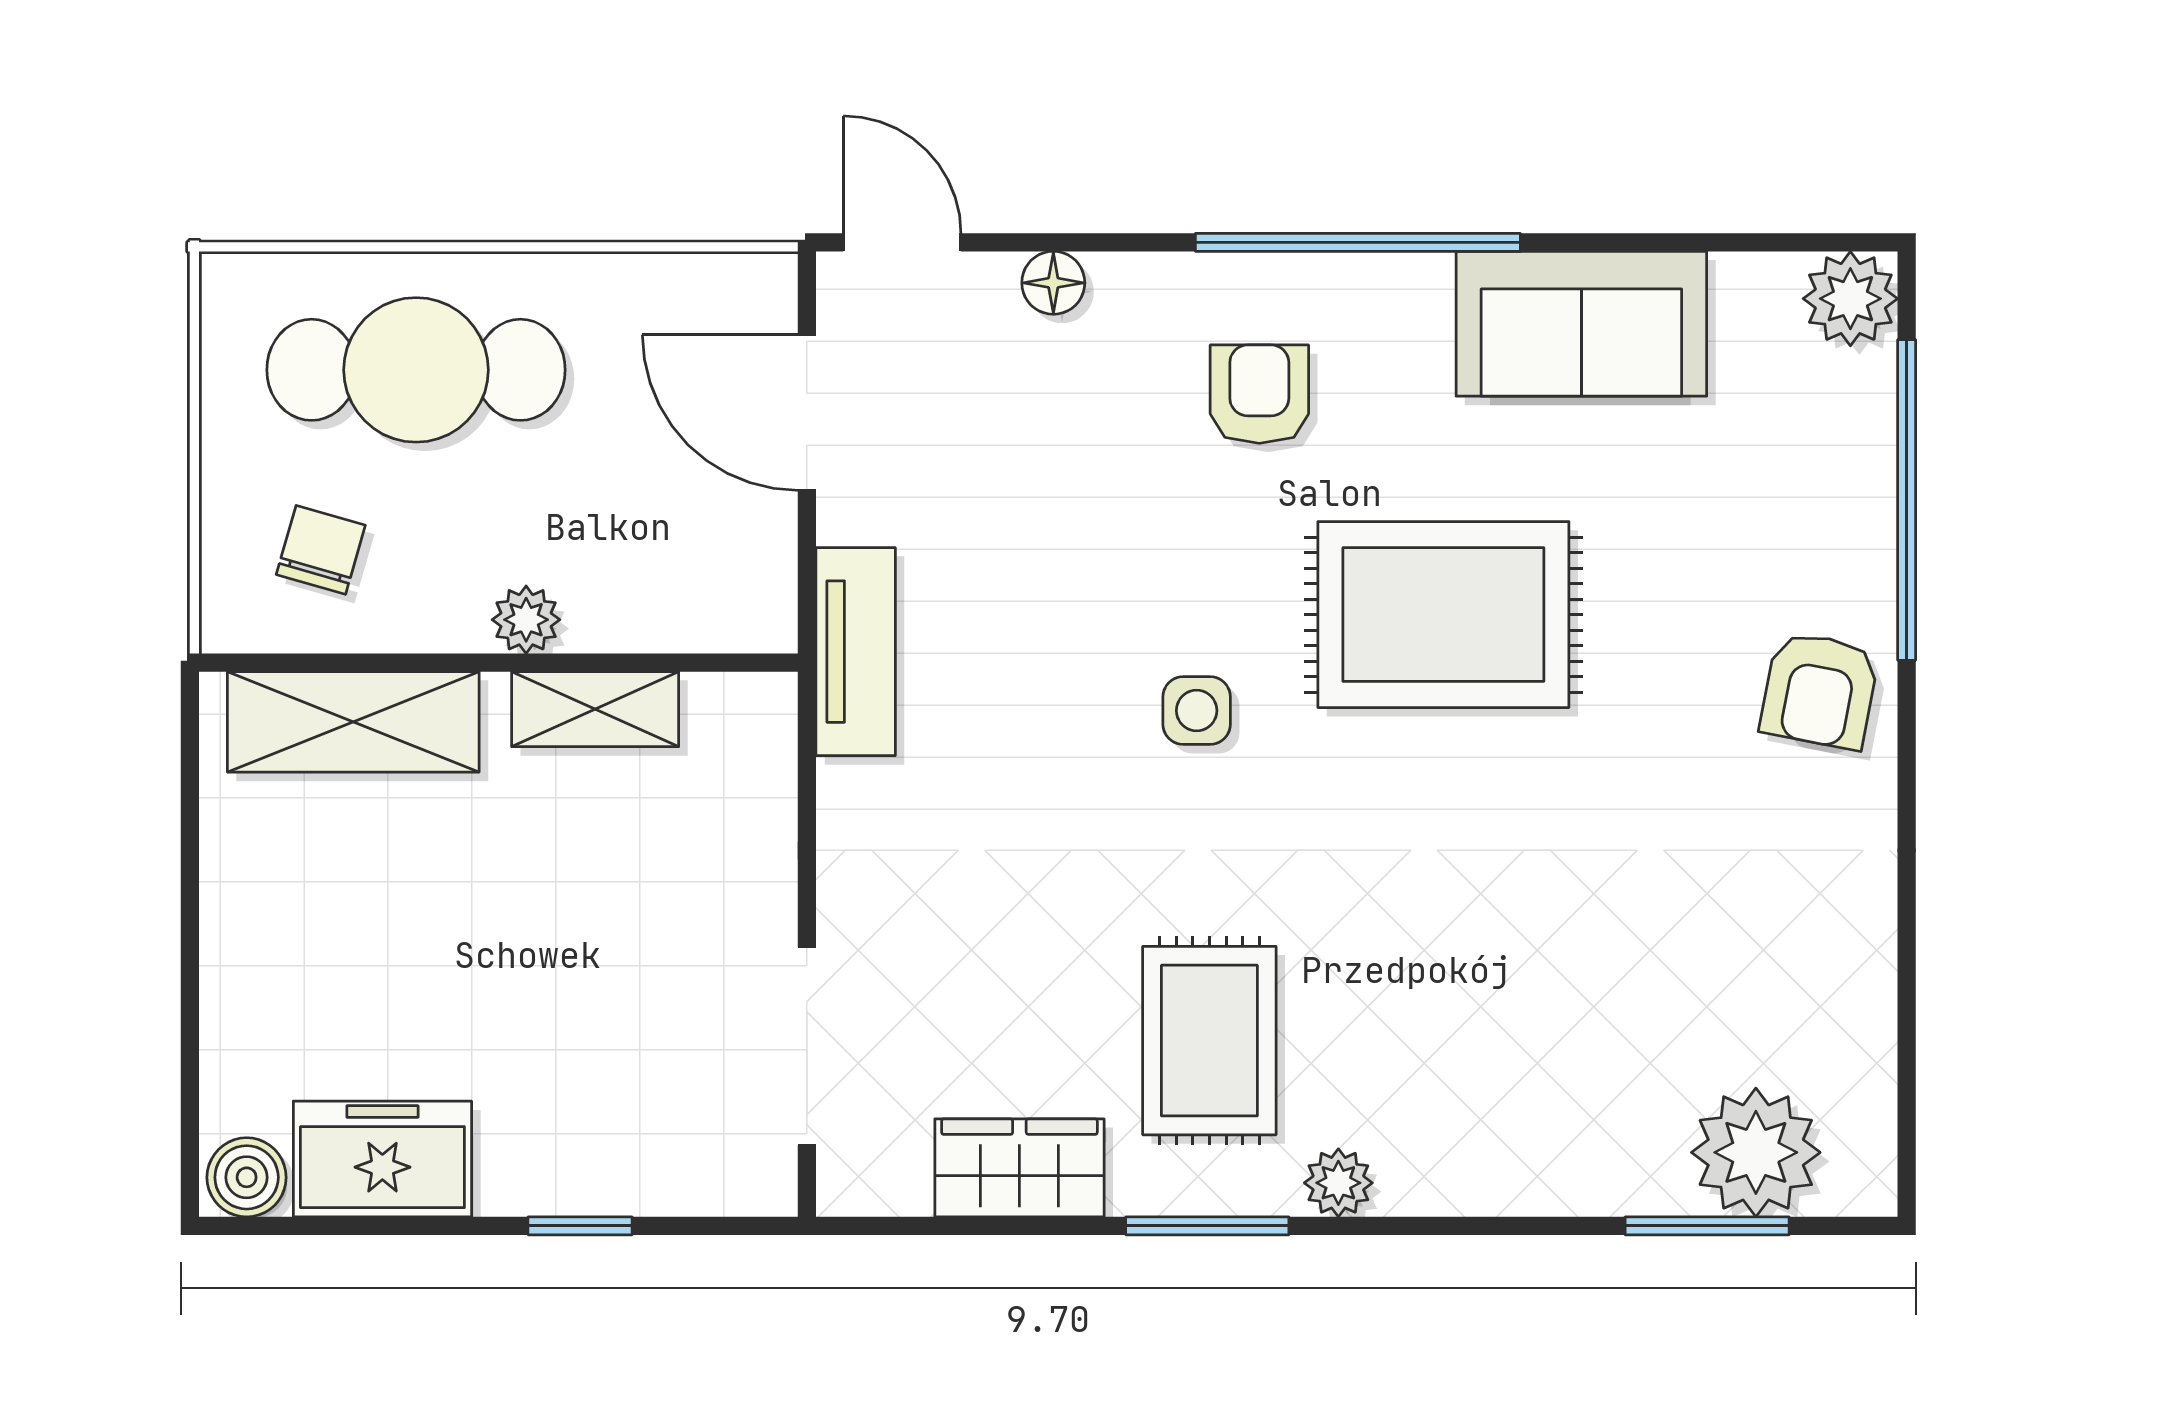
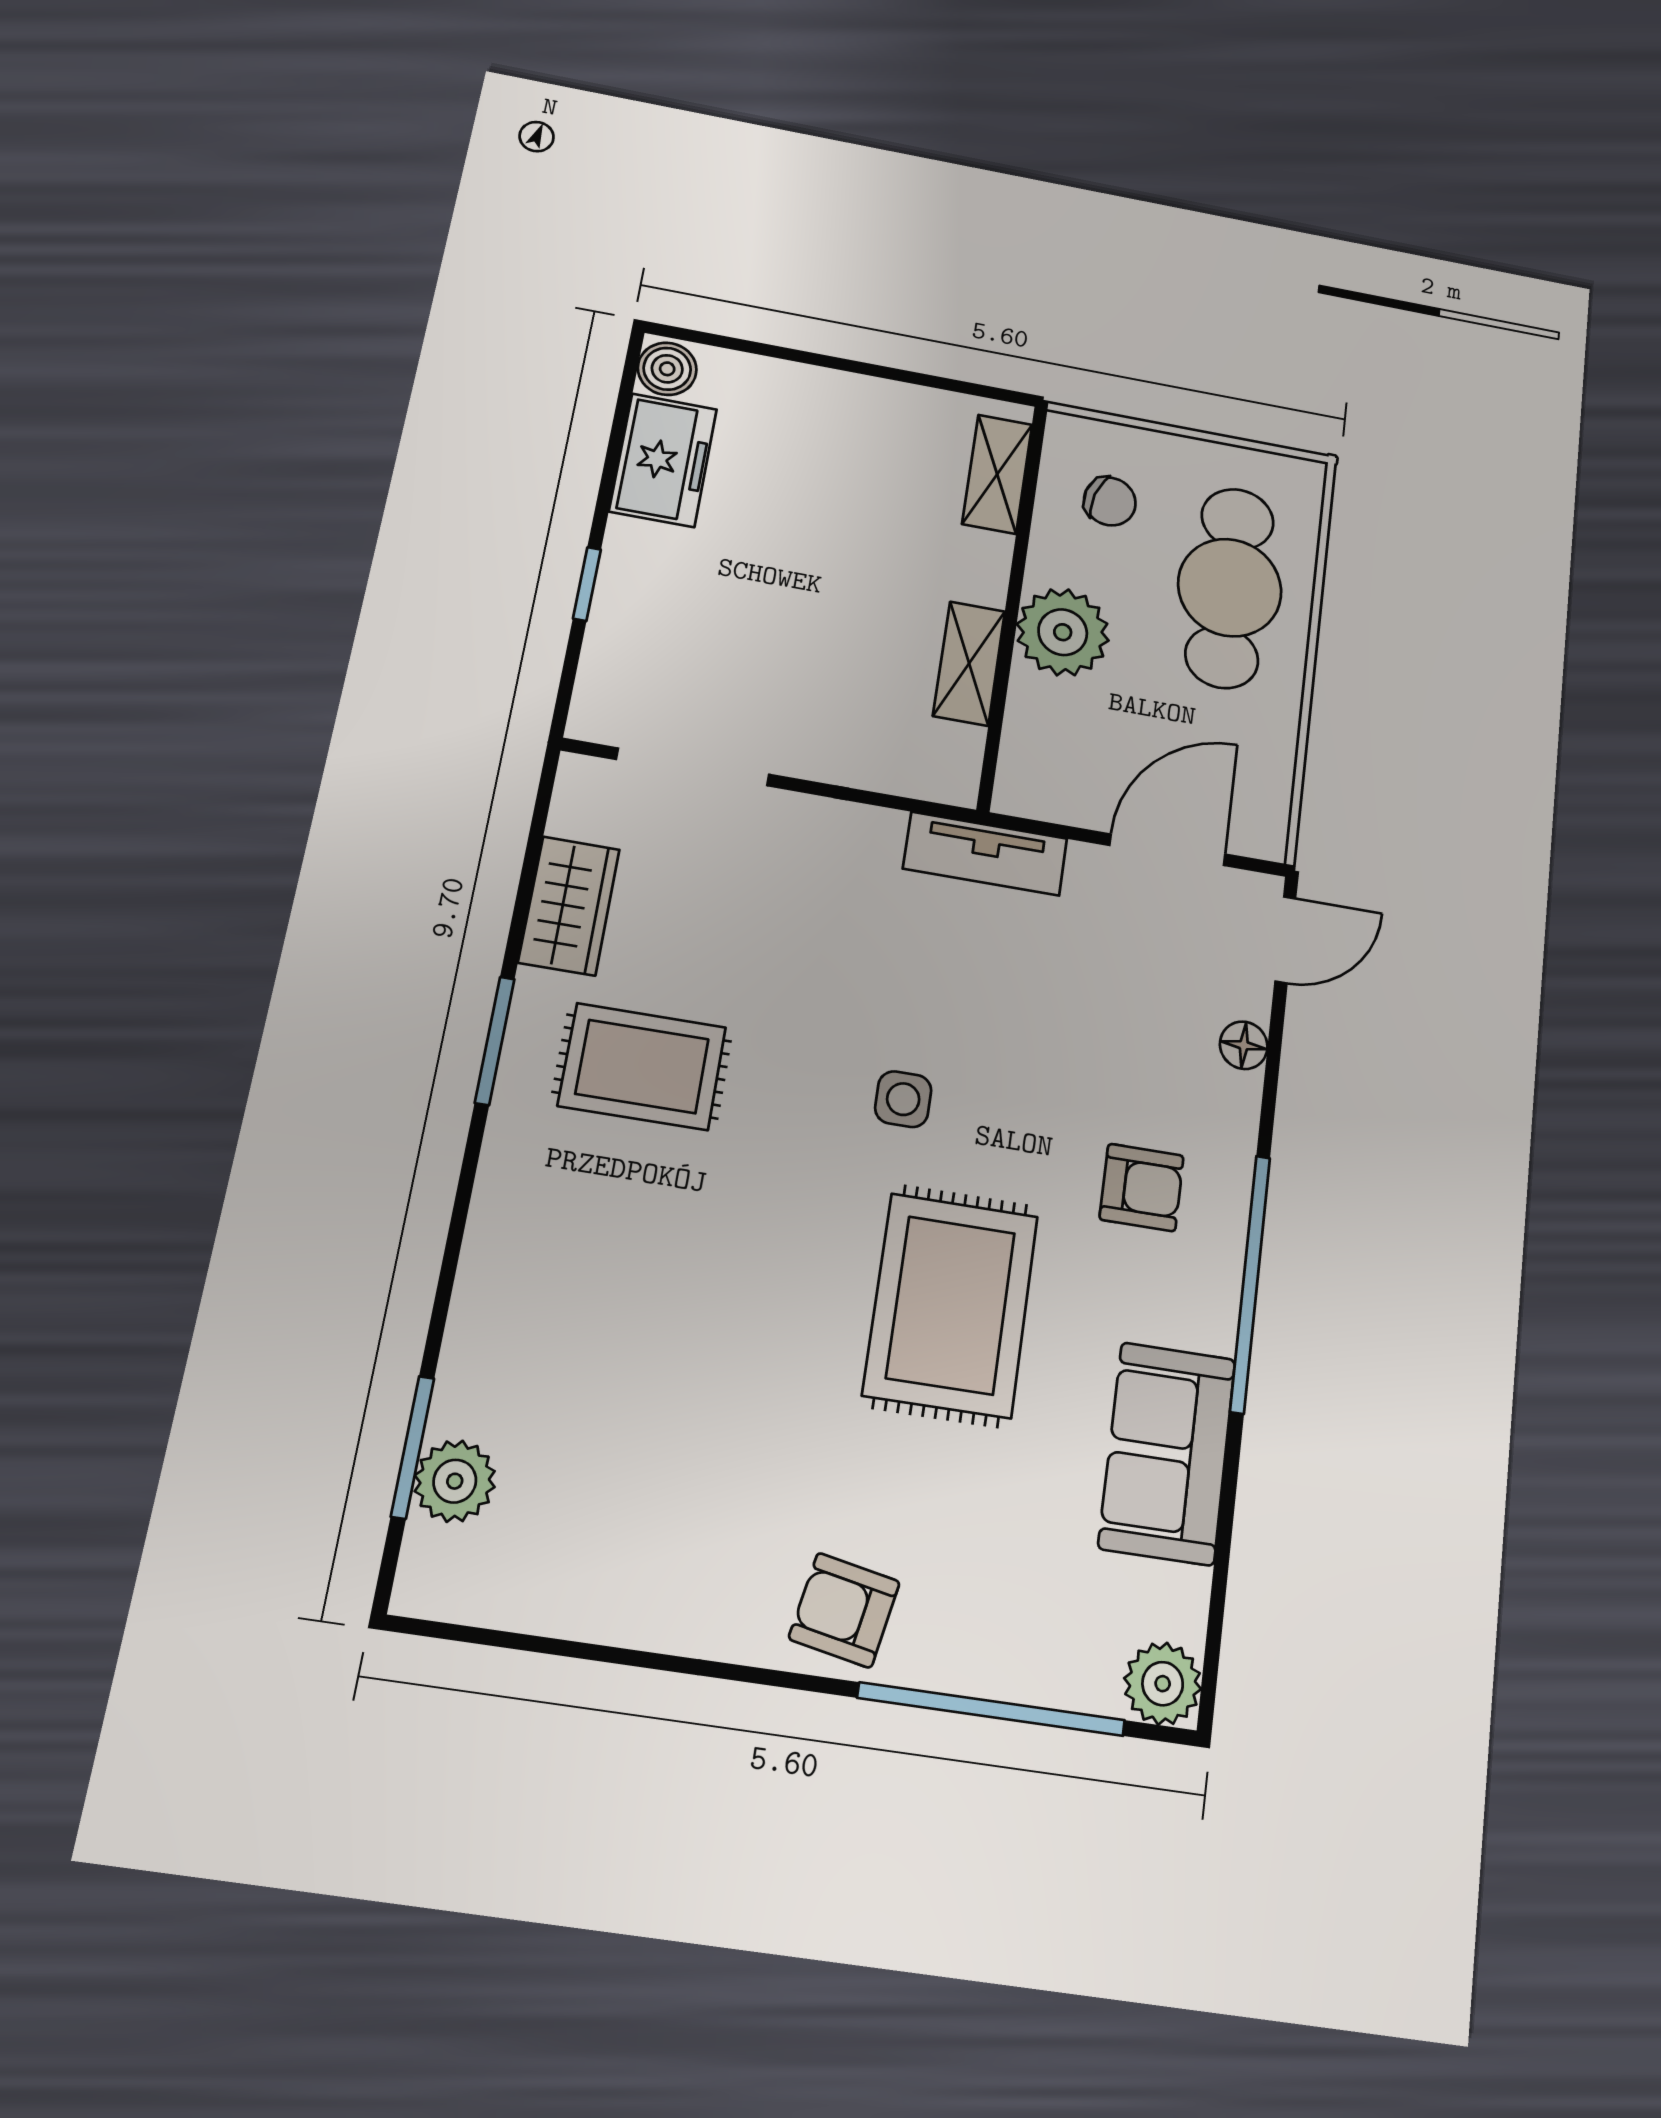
plant: (526, 620) -> (1063, 632), width x1.88, depth x1.88
shelving: (353, 722) -> (997, 474), width x0.67, depth x0.75
plant: (1756, 1152) -> (455, 1481), width x0.73, depth x0.73
plant: (1338, 1183) -> (509, 1149), removed

